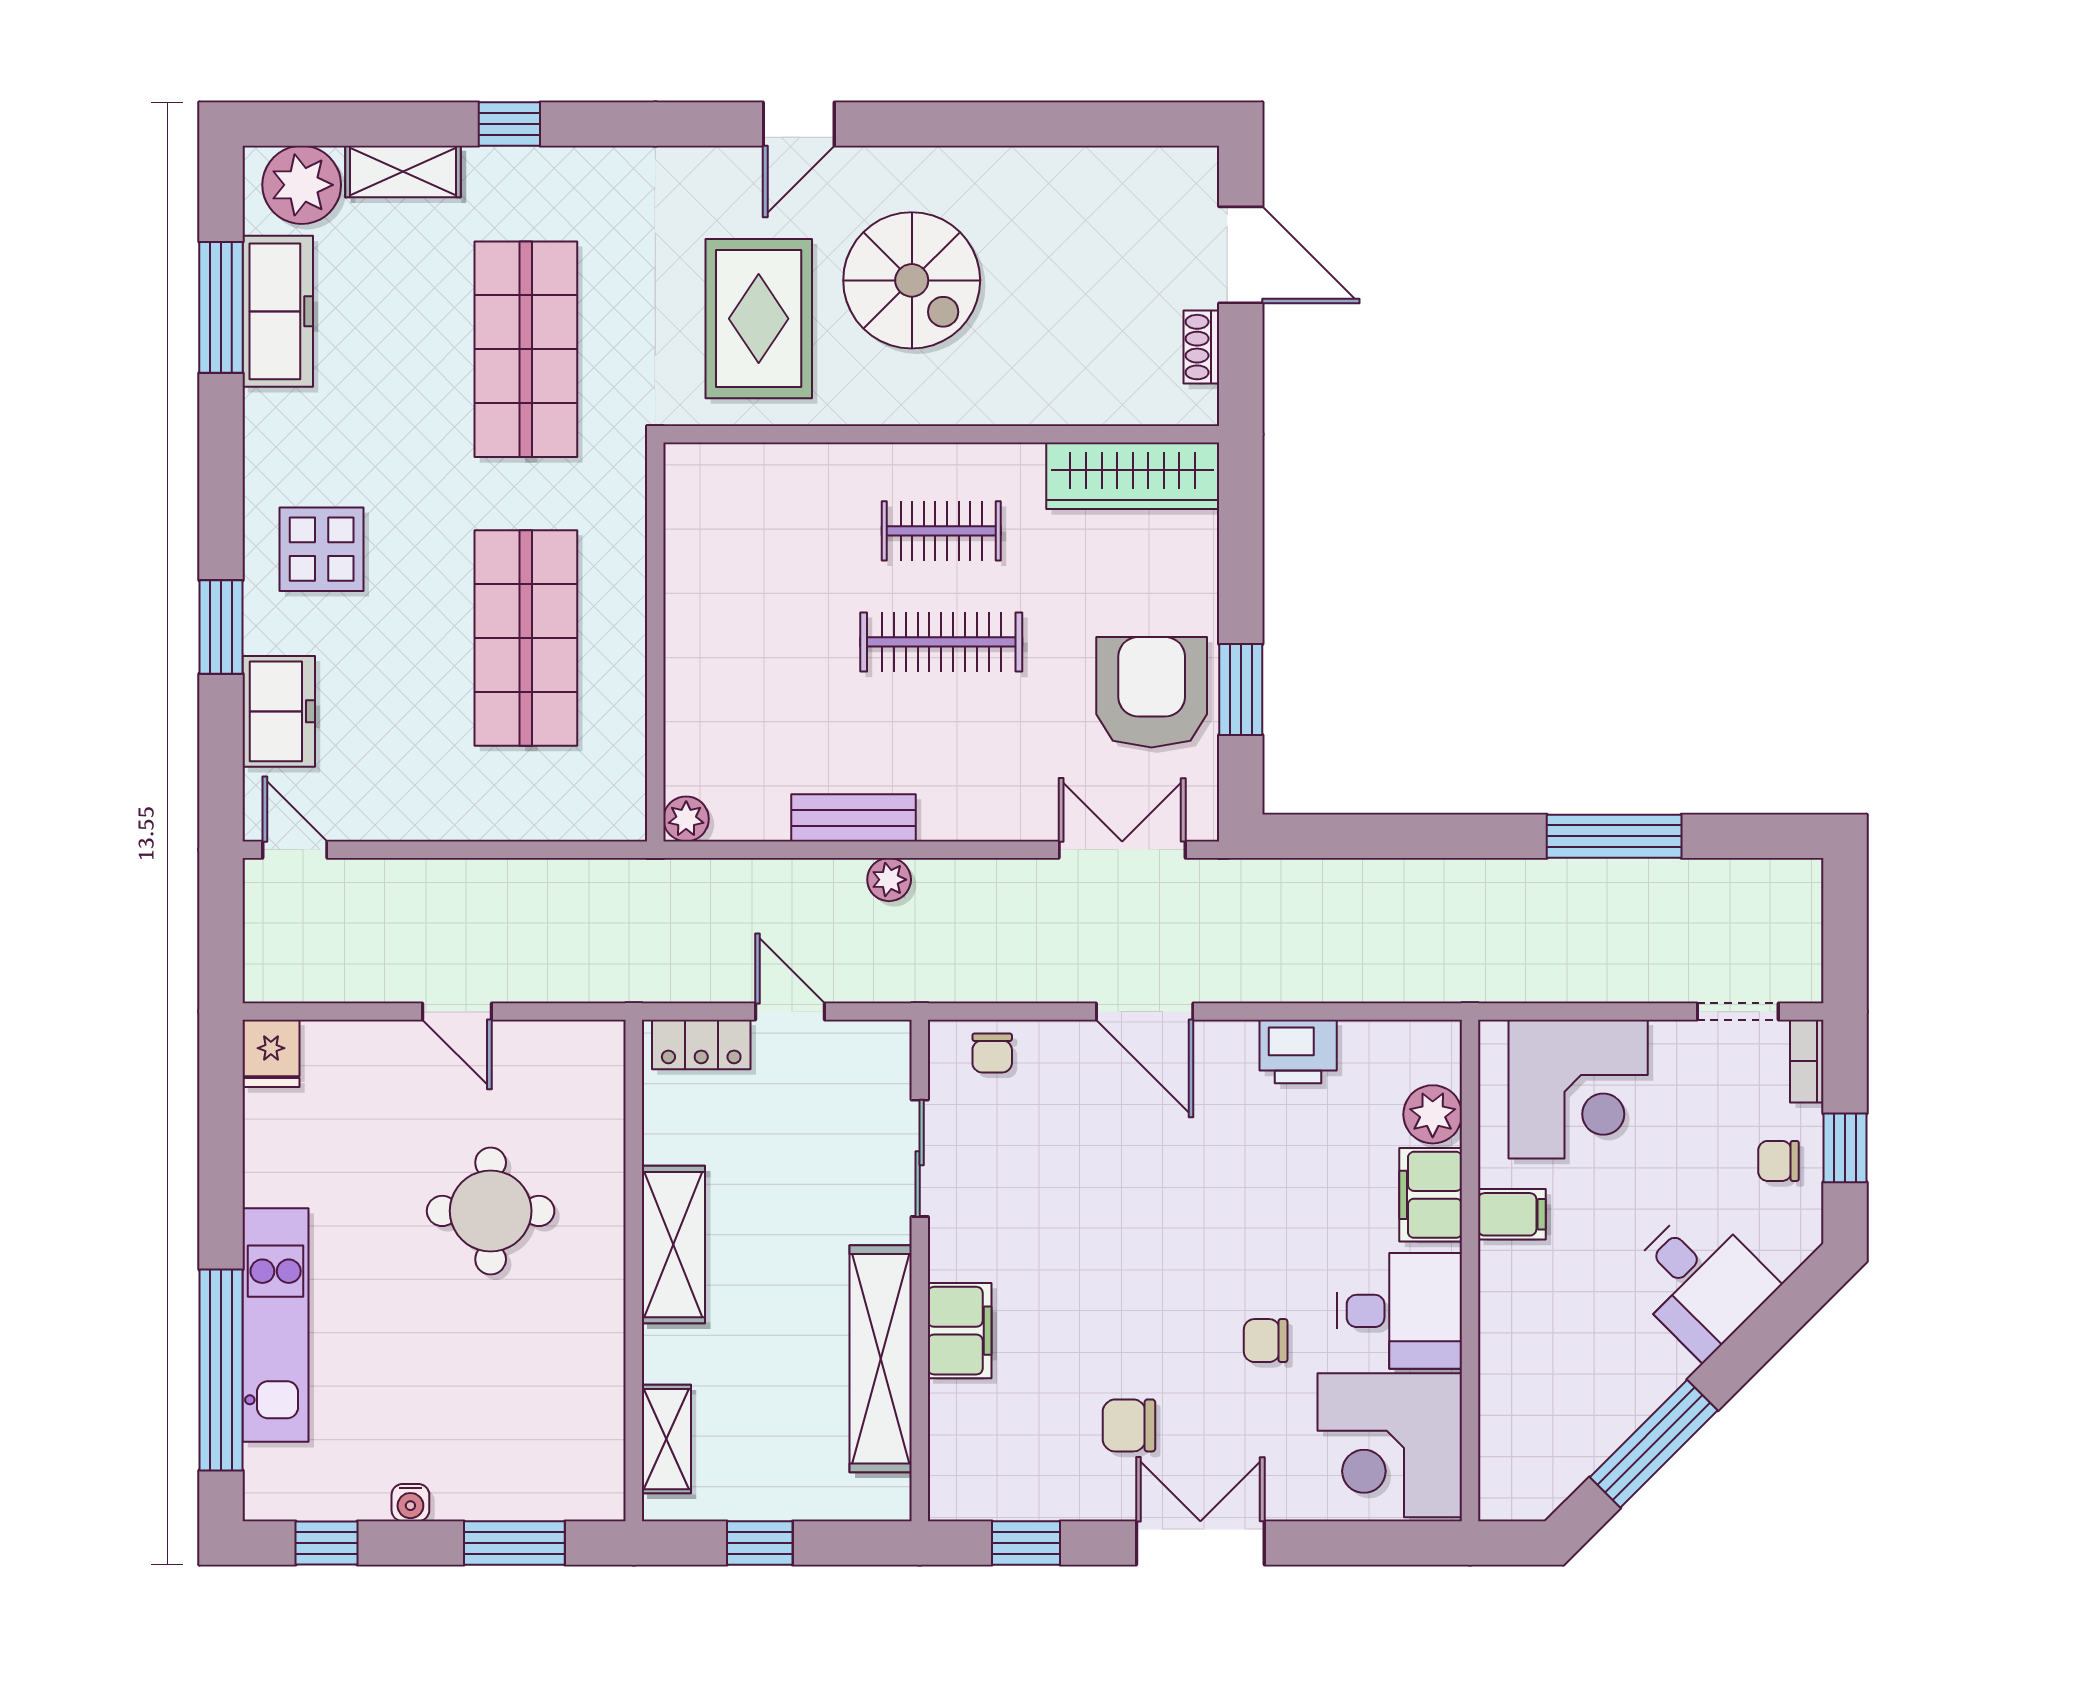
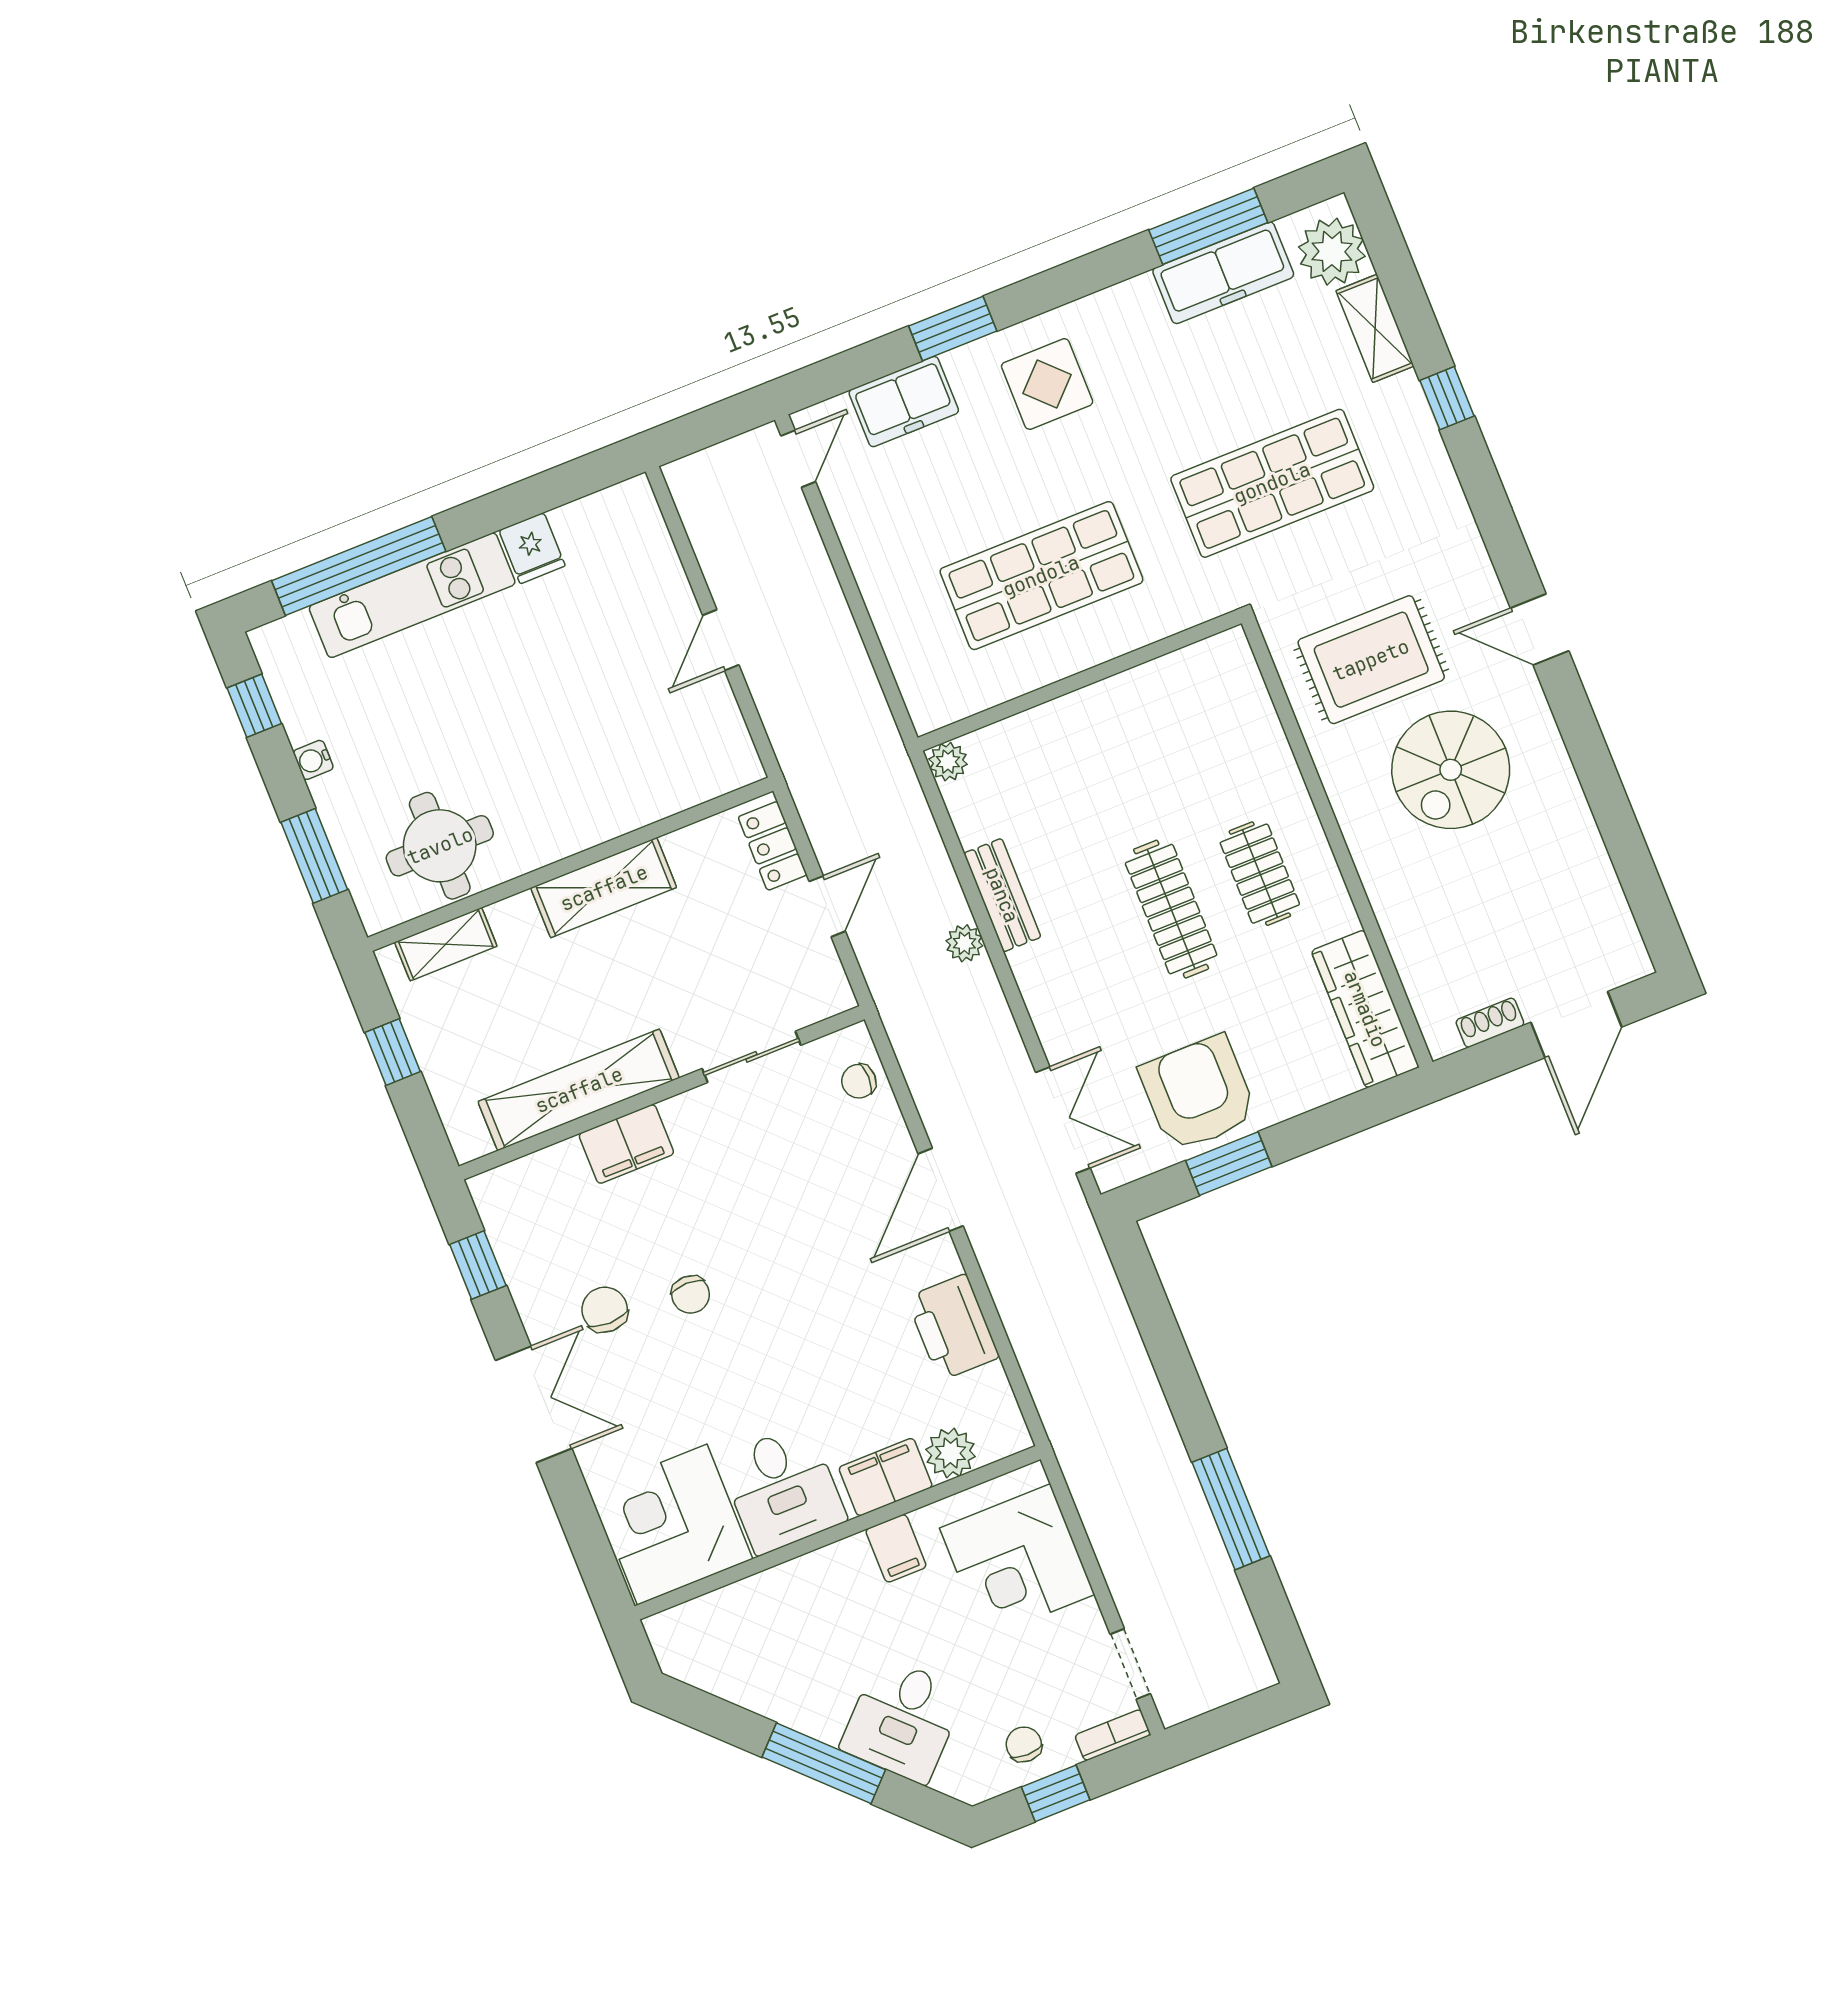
armchair: (1152, 692) -> (1198, 1093), turned -90
printer: (1298, 1051) -> (953, 1327), width x1.37, depth x1.19
fridge: (271, 1053) -> (532, 548), moved, turned -90
round table: (491, 1211) -> (440, 846), moved
chair: (1266, 1341) -> (691, 1294), moved, turned 180
window: (1654, 1444) -> (824, 1763), moved

